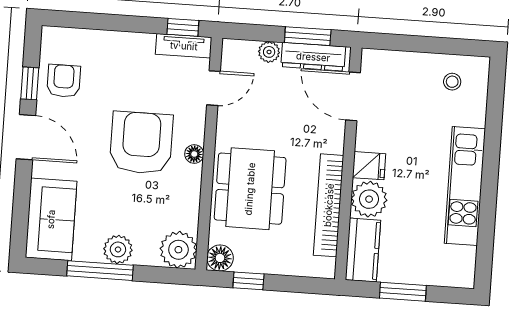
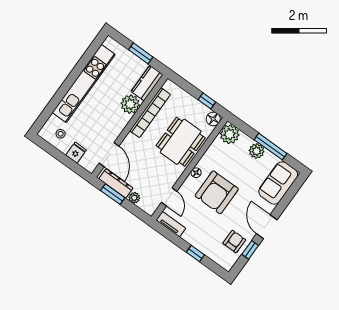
window: (183, 27) -> (195, 253), moved
armchair: (64, 81) -> (234, 242), turned 180
door: (213, 88) -> (169, 197), swing flipped
fridge: (369, 166) -> (76, 153), moved, turned 90
kitchen unit: (465, 186) -> (84, 84), width x1.36

